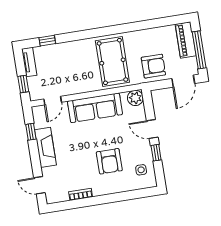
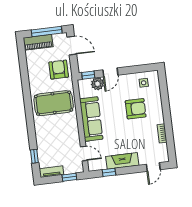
plant: (135, 98) -> (98, 84), moved
window: (156, 153) -> (88, 75), moved

